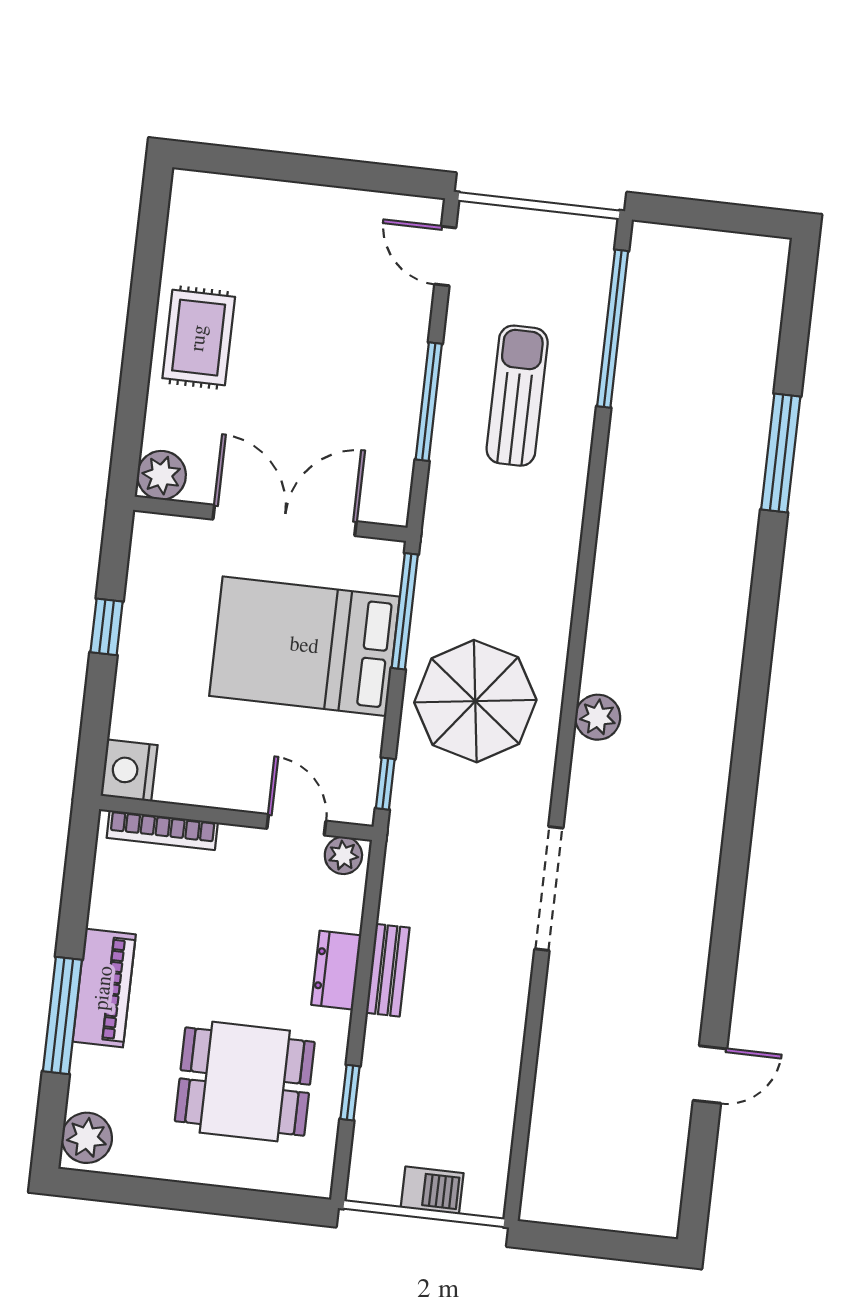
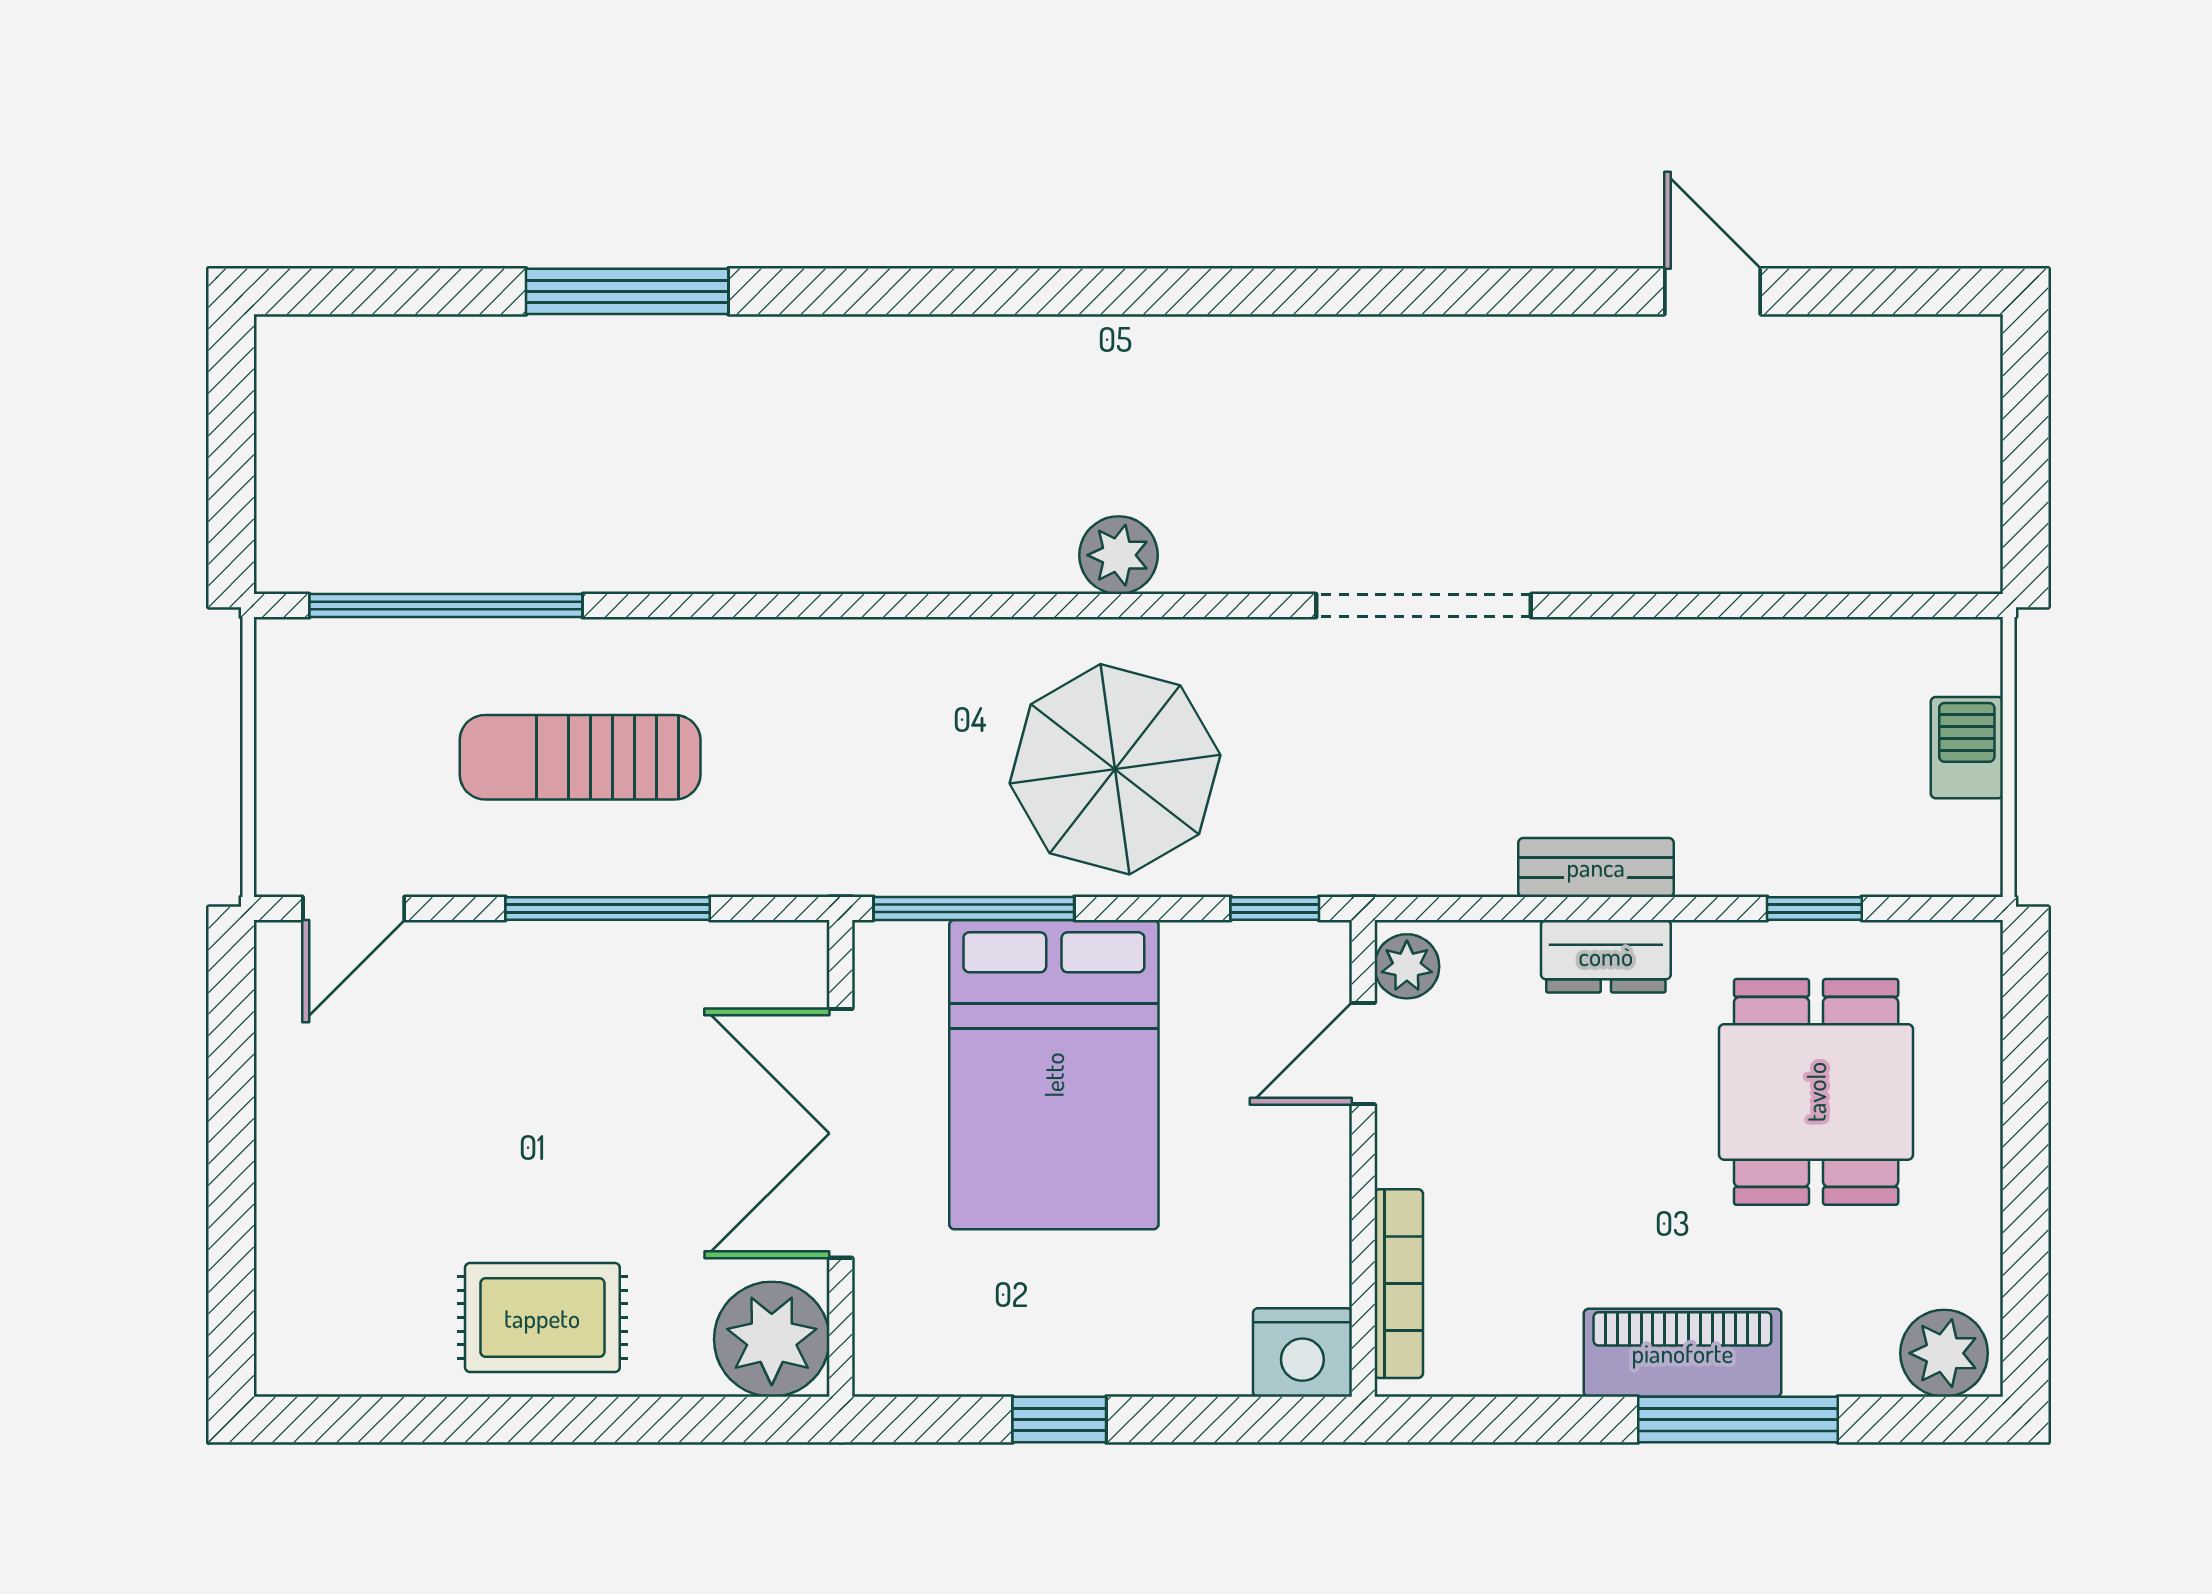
plant: (162, 475) -> (772, 1339), width x1.36, depth x1.36

